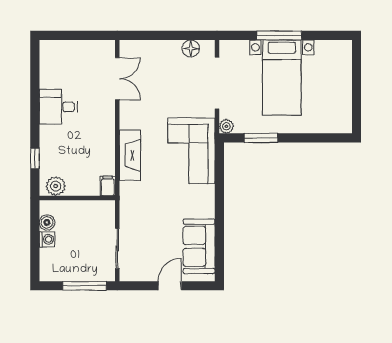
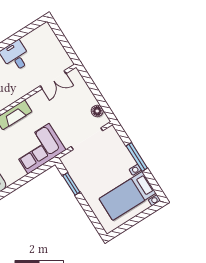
bed with nightstands: (282, 78) -> (128, 196), moved
plant: (226, 126) -> (65, 160), removed

